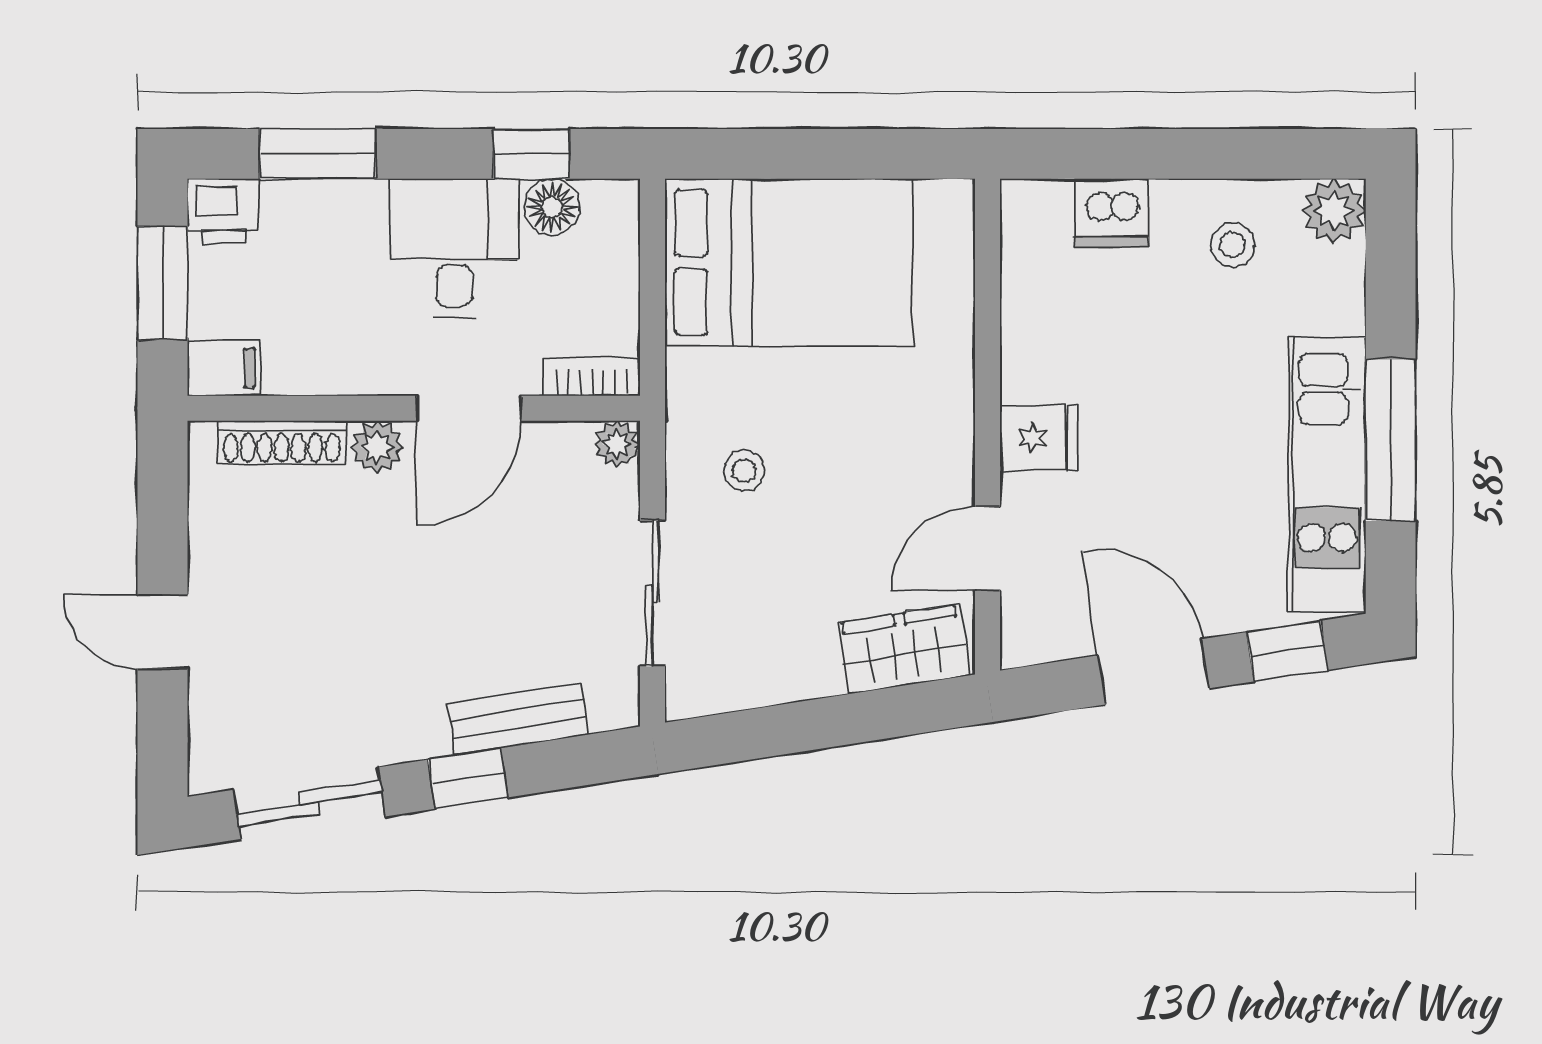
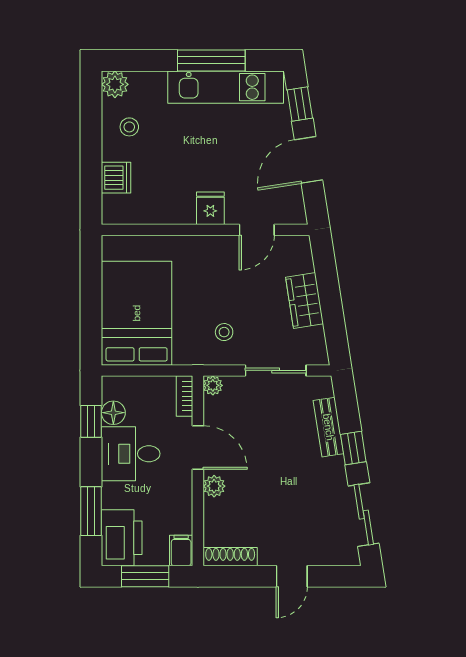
printer: (223, 211) -> (122, 538), width x1.87, depth x1.48
shoe rack: (282, 443) -> (230, 557), moved, turned -90
door: (988, 548) -> (257, 230), hinge flipped
wardrobe: (904, 649) -> (305, 301), moved

